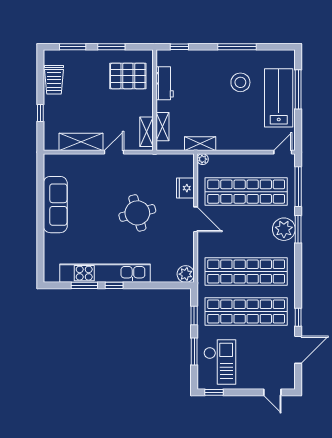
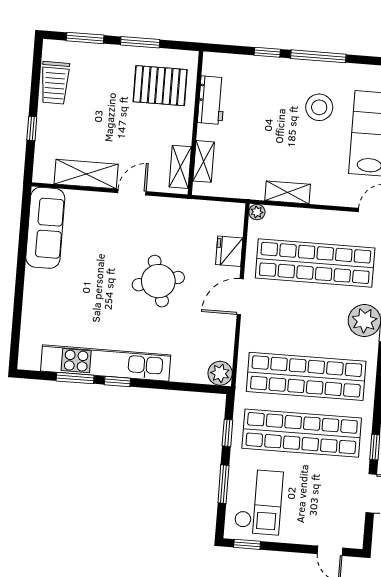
window: (179, 47) -> (267, 52), moved
shelving: (200, 144) -> (288, 192), moved
sofa: (55, 205) -> (45, 228), moved
door: (196, 219) -> (240, 297), swing flipped

